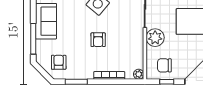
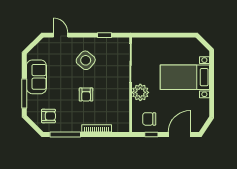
armchair: (59, 62) -> (48, 116), turned 90
plant: (139, 74) -> (125, 127), removed
window: (76, 82) -> (65, 135), width x1.44

